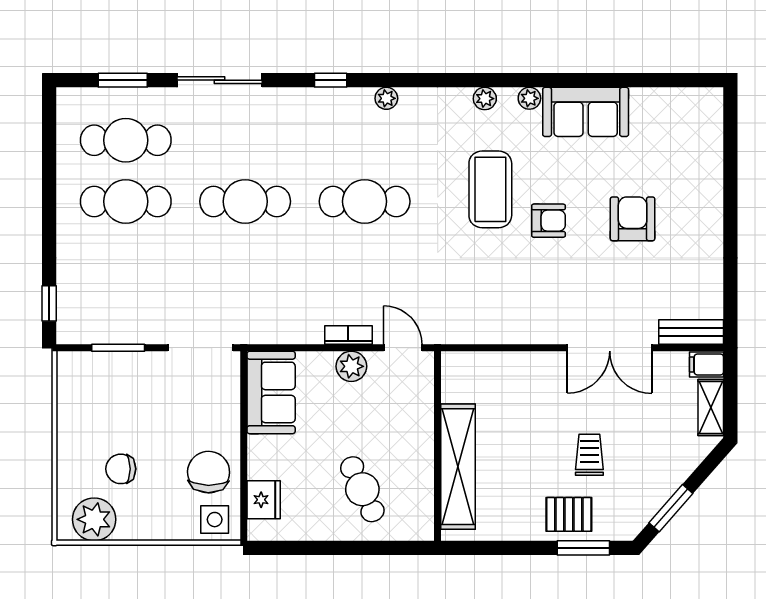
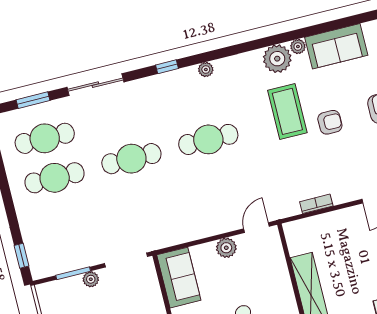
plant: (485, 99) -> (277, 59), width x1.88, depth x1.88
bookcase: (348, 335) -> (316, 204), moved
door: (403, 348) -> (256, 228), hinge flipped
plant: (142, 363) -> (91, 279), added

